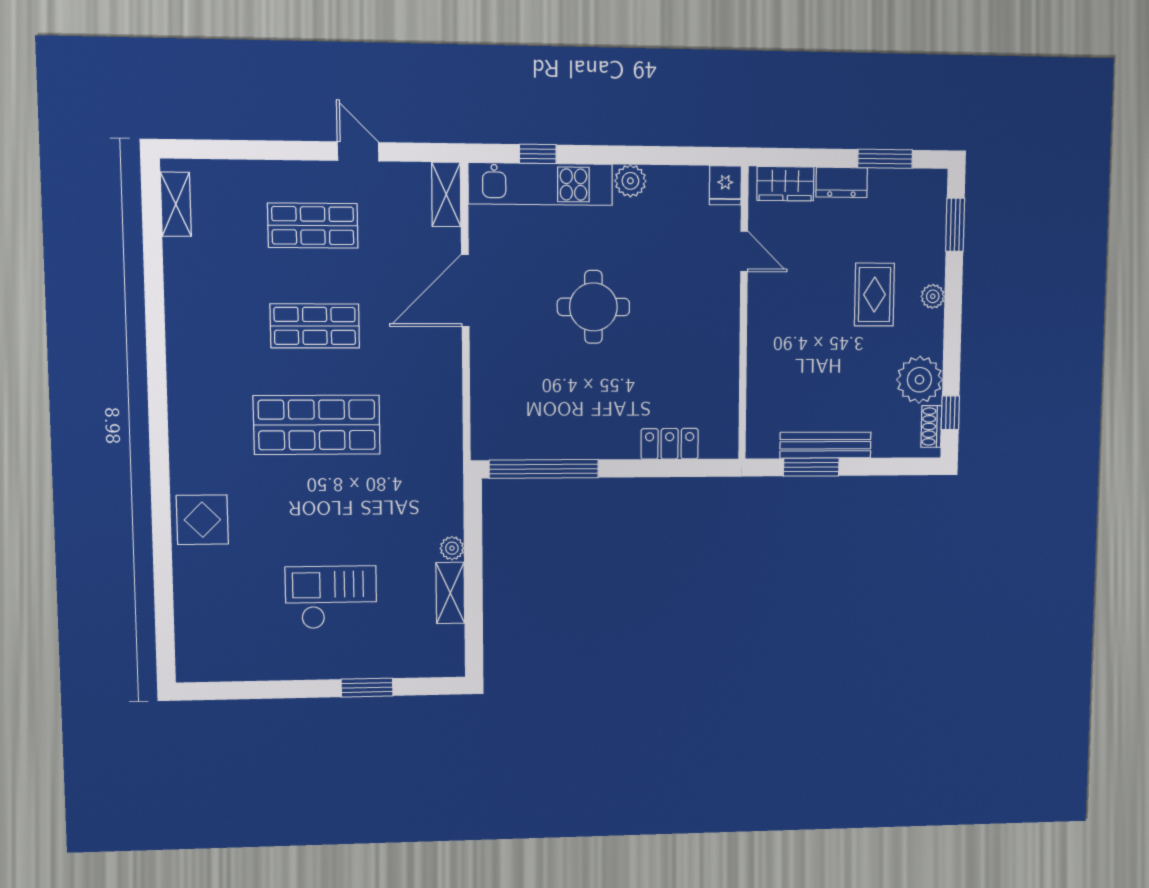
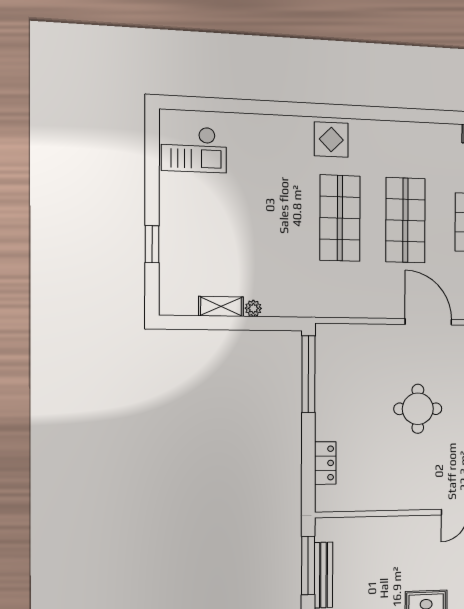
shop shelf: (315, 326) -> (405, 220), width x1.43, depth x1.36
window: (811, 467) -> (308, 565), width x1.44
display table: (202, 520) -> (331, 140), moved
checkout: (331, 597) -> (194, 149), moved, turned 90

